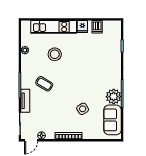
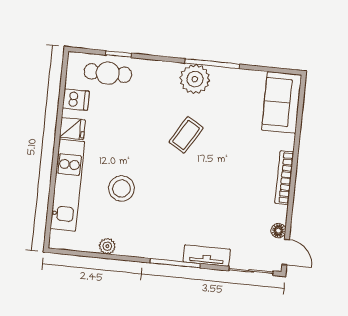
cafe table: (112, 42) -> (108, 73), added
coffee table: (44, 84) -> (186, 135), moved
plant: (114, 97) -> (195, 79), moved
side table: (83, 109) -> (234, 144), removed
sofa: (113, 120) -> (282, 102), moved, turned 90

